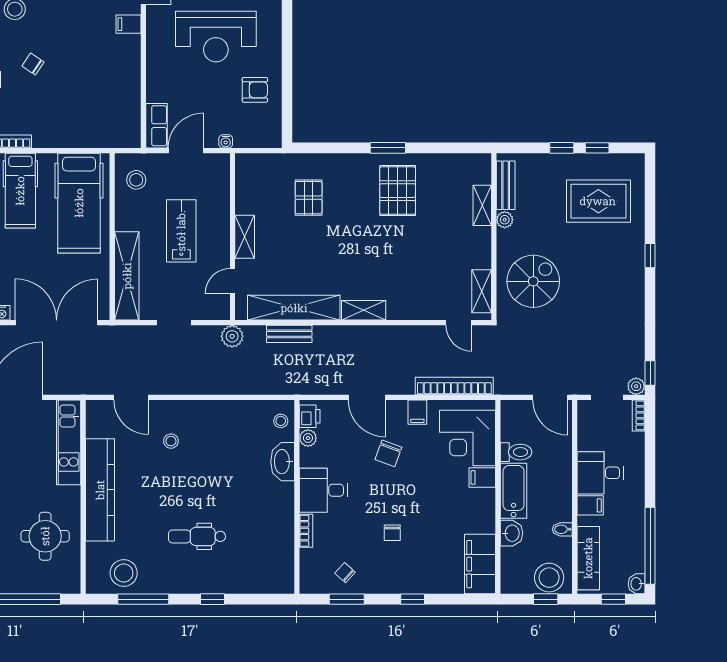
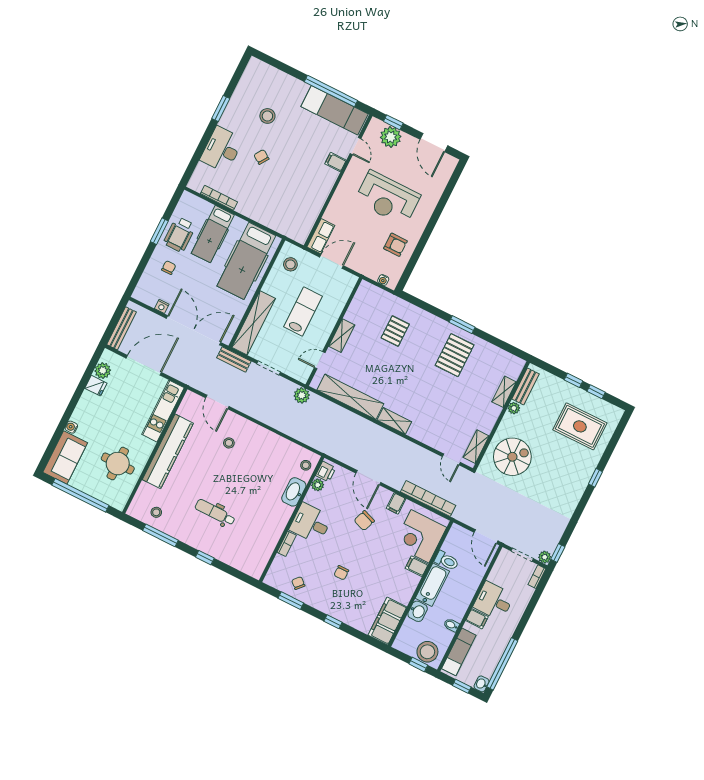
water cooler: (226, 141) -> (383, 280), moved
bench: (289, 334) -> (234, 359), moved
stool: (124, 573) -> (156, 512), width x0.53, depth x0.53

